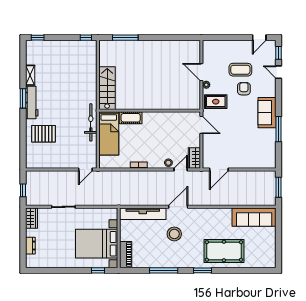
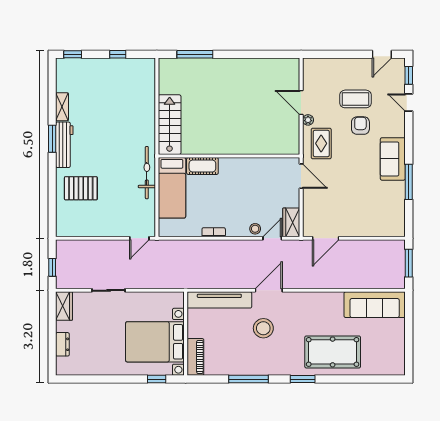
window: (86, 38) -> (118, 54), moved
rug: (216, 102) -> (321, 143), turned 90

